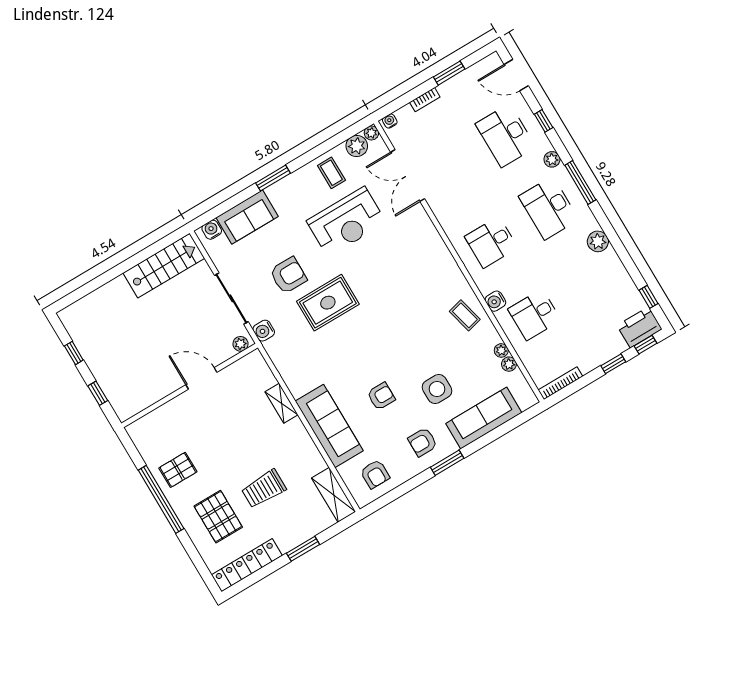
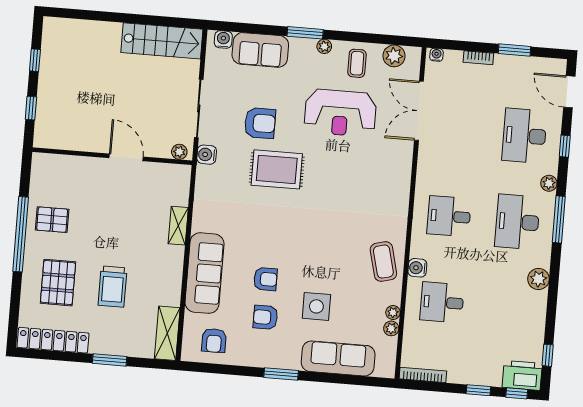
plant: (371, 133) -> (324, 46), moved
coffee table: (465, 315) -> (383, 262), width x1.36, depth x1.30
armchair: (423, 442) -> (265, 317), moved
trolley: (264, 489) -> (113, 287), turned -90

